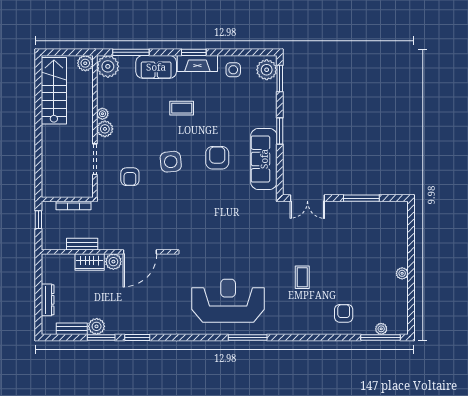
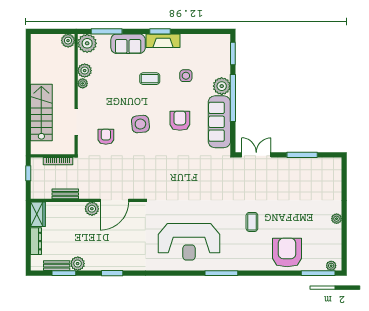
side table: (233, 70) -> (186, 76), moved
plant: (267, 70) -> (222, 86), moved
stairs: (54, 91) -> (41, 113), moved
plant: (105, 129) -> (85, 71), moved
window: (280, 131) -> (233, 98), width x2.11
armchair: (130, 177) -> (106, 137), turned 180
double door: (307, 198) -> (256, 155), swing flipped
wardrobe: (90, 262) -> (38, 214), moved, turned -90
reception desk: (228, 301) -> (189, 242), turned 180
armchair: (344, 313) -> (287, 253), width x1.88, depth x1.88
plant: (381, 329) -> (331, 266), moved
window: (101, 338) -> (64, 273), moved
window: (248, 338) -> (221, 273), moved

